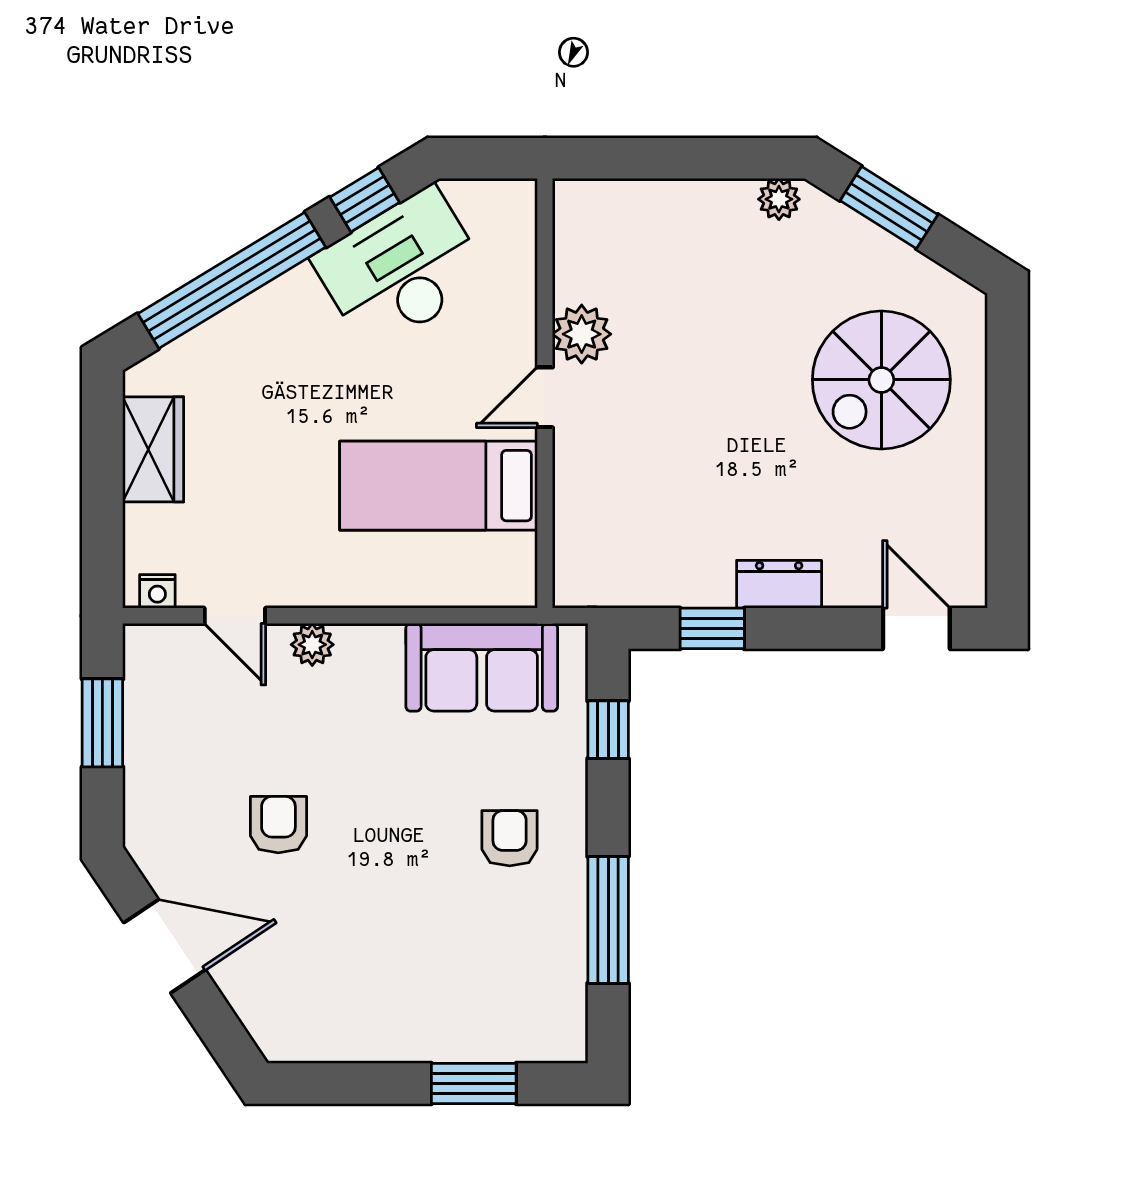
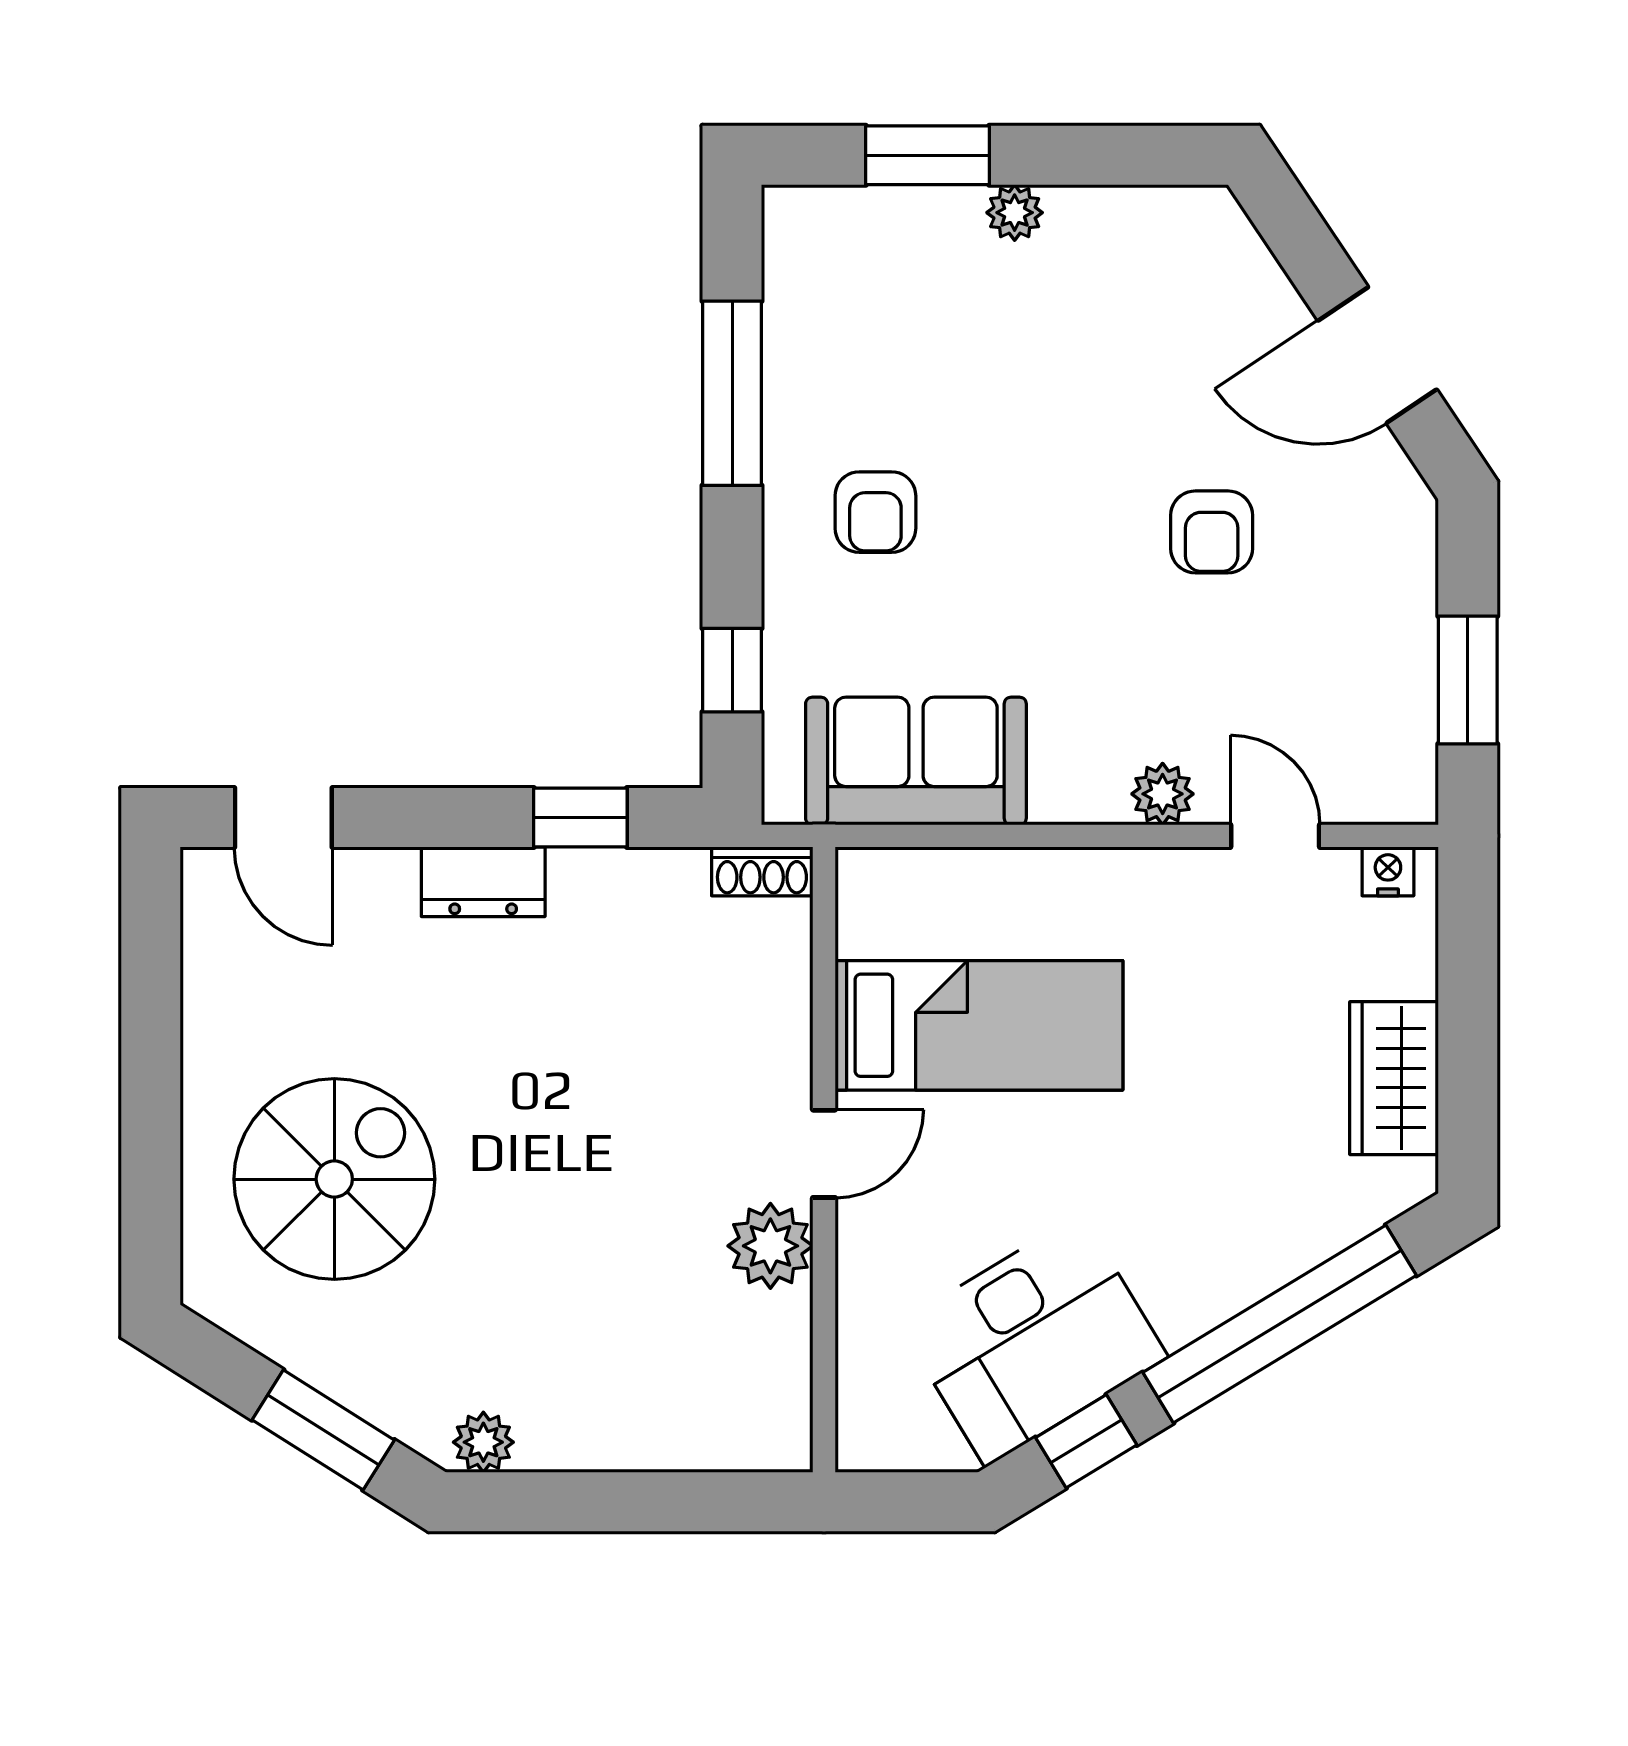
shoe rack: (587, 591) -> (762, 871), added
plant: (414, 1044) -> (1015, 213), added

